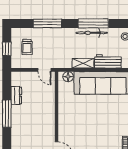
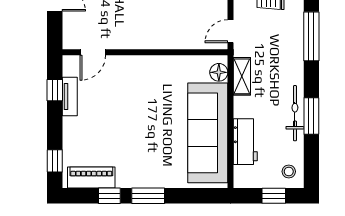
window: (93, 23) -> (311, 116), width x0.69
shelving: (83, 63) -> (242, 76), moved

